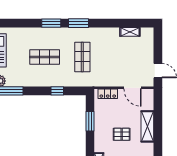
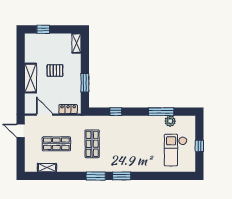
shop shelf: (45, 57) -> (56, 144), moved

